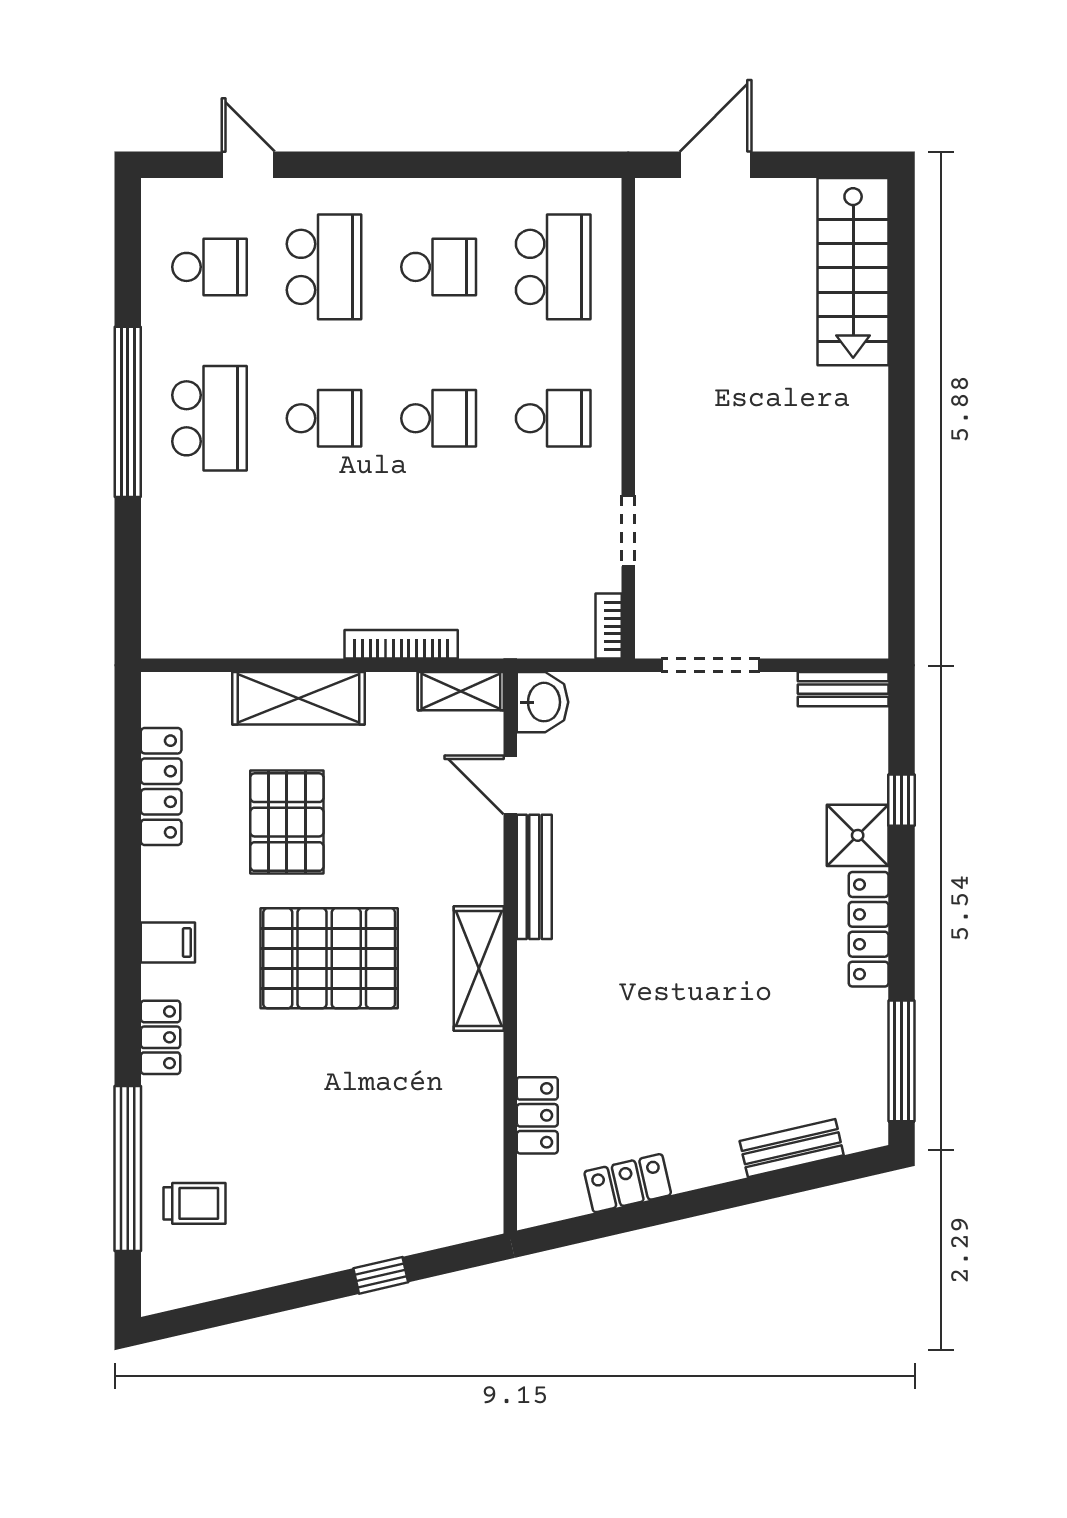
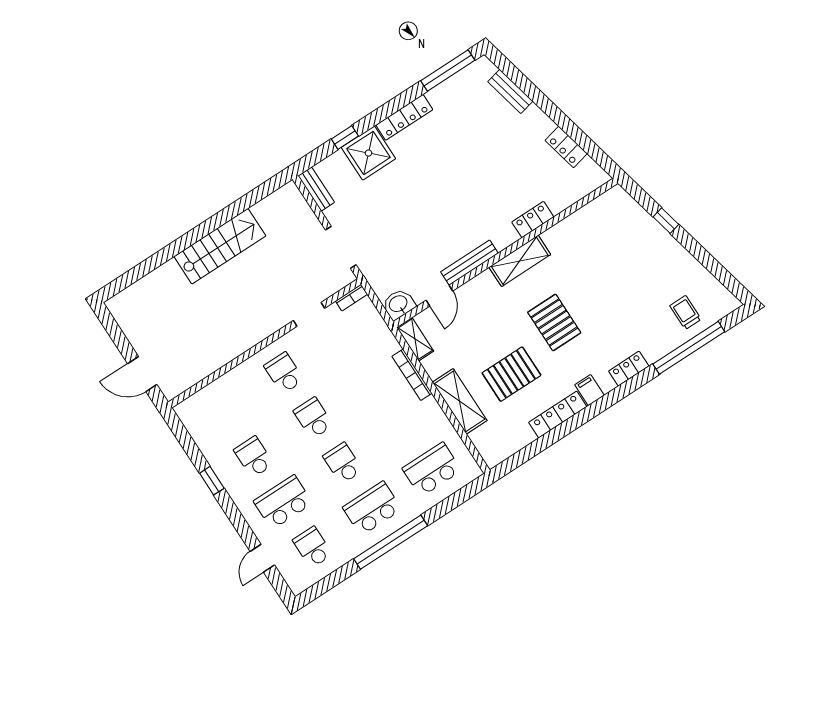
window: (445, 165) -> (212, 481), added
school desk: (553, 267) -> (432, 469), moved
stairs: (853, 272) -> (220, 246), moved
locker: (161, 787) -> (558, 415), moved
shower: (858, 835) -> (368, 153), width x1.36, depth x1.36
pallet: (329, 958) -> (554, 322), width x0.73, depth x0.71
locker: (537, 1115) -> (533, 220), moved

